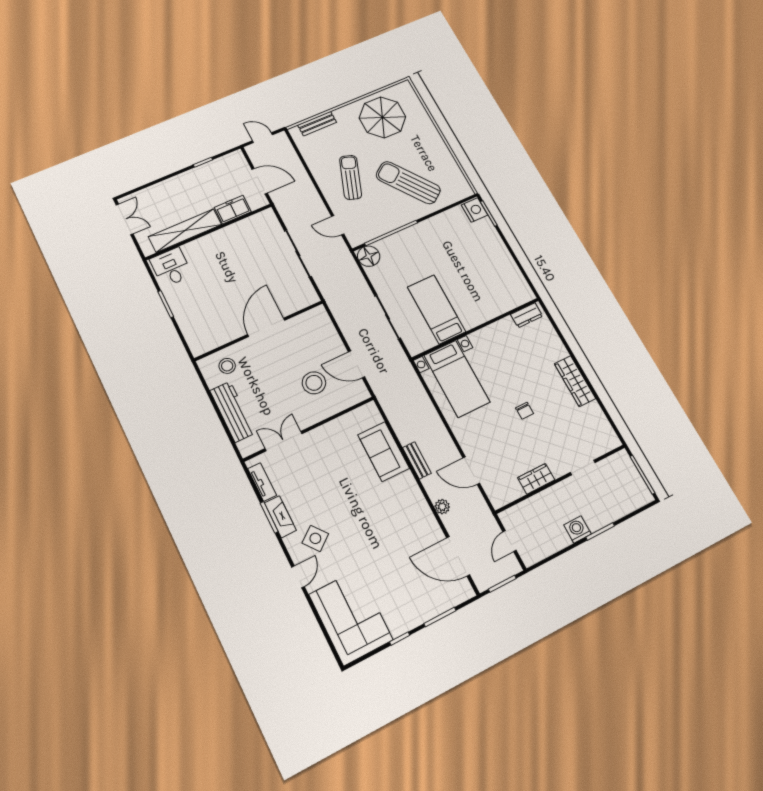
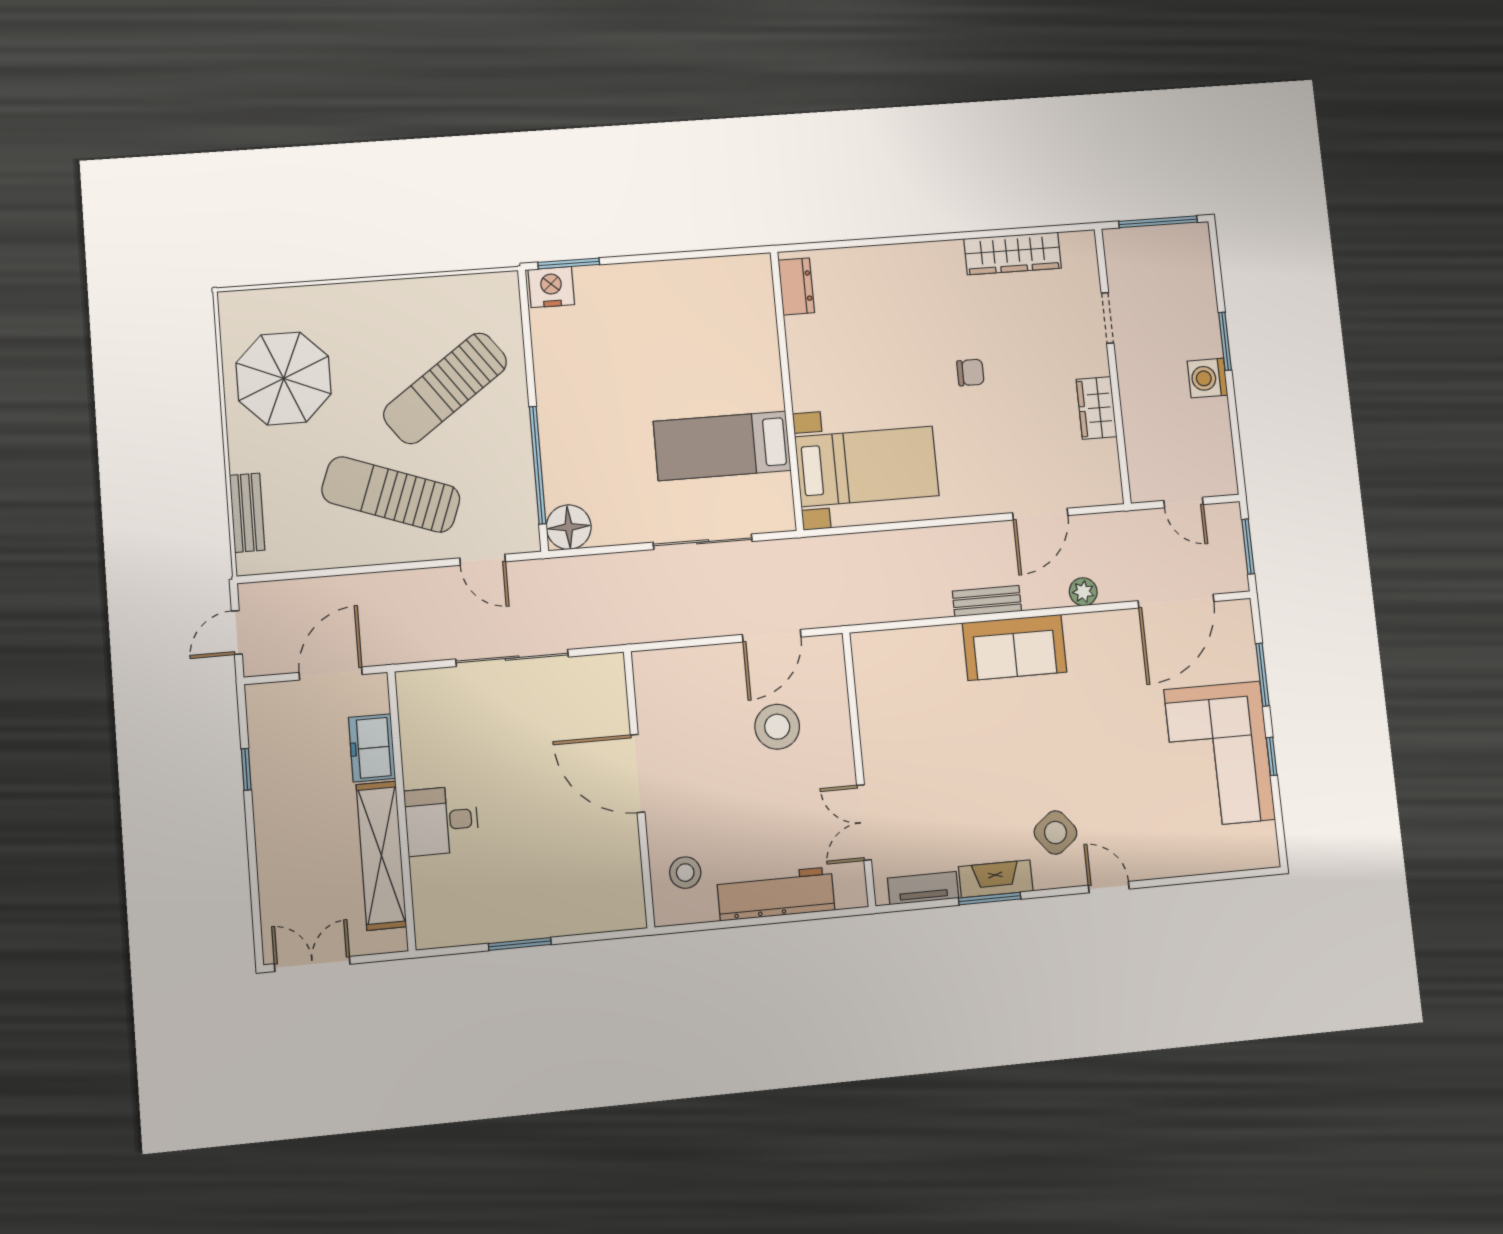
sun lounger: (351, 177) -> (391, 494), width x1.36, depth x1.34
door: (338, 225) -> (483, 560), hinge flipped
desk: (171, 267) -> (442, 821), moved
wardrobe: (575, 381) -> (1013, 253), moved
sofa: (384, 451) -> (1014, 647), moved
corner sofa: (351, 617) -> (1219, 754), moved, turned -90

